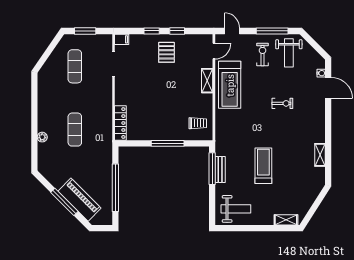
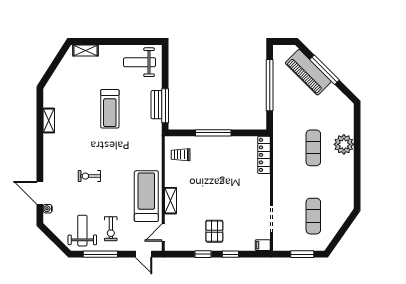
plant: (42, 137) -> (344, 144), width x1.88, depth x1.88

